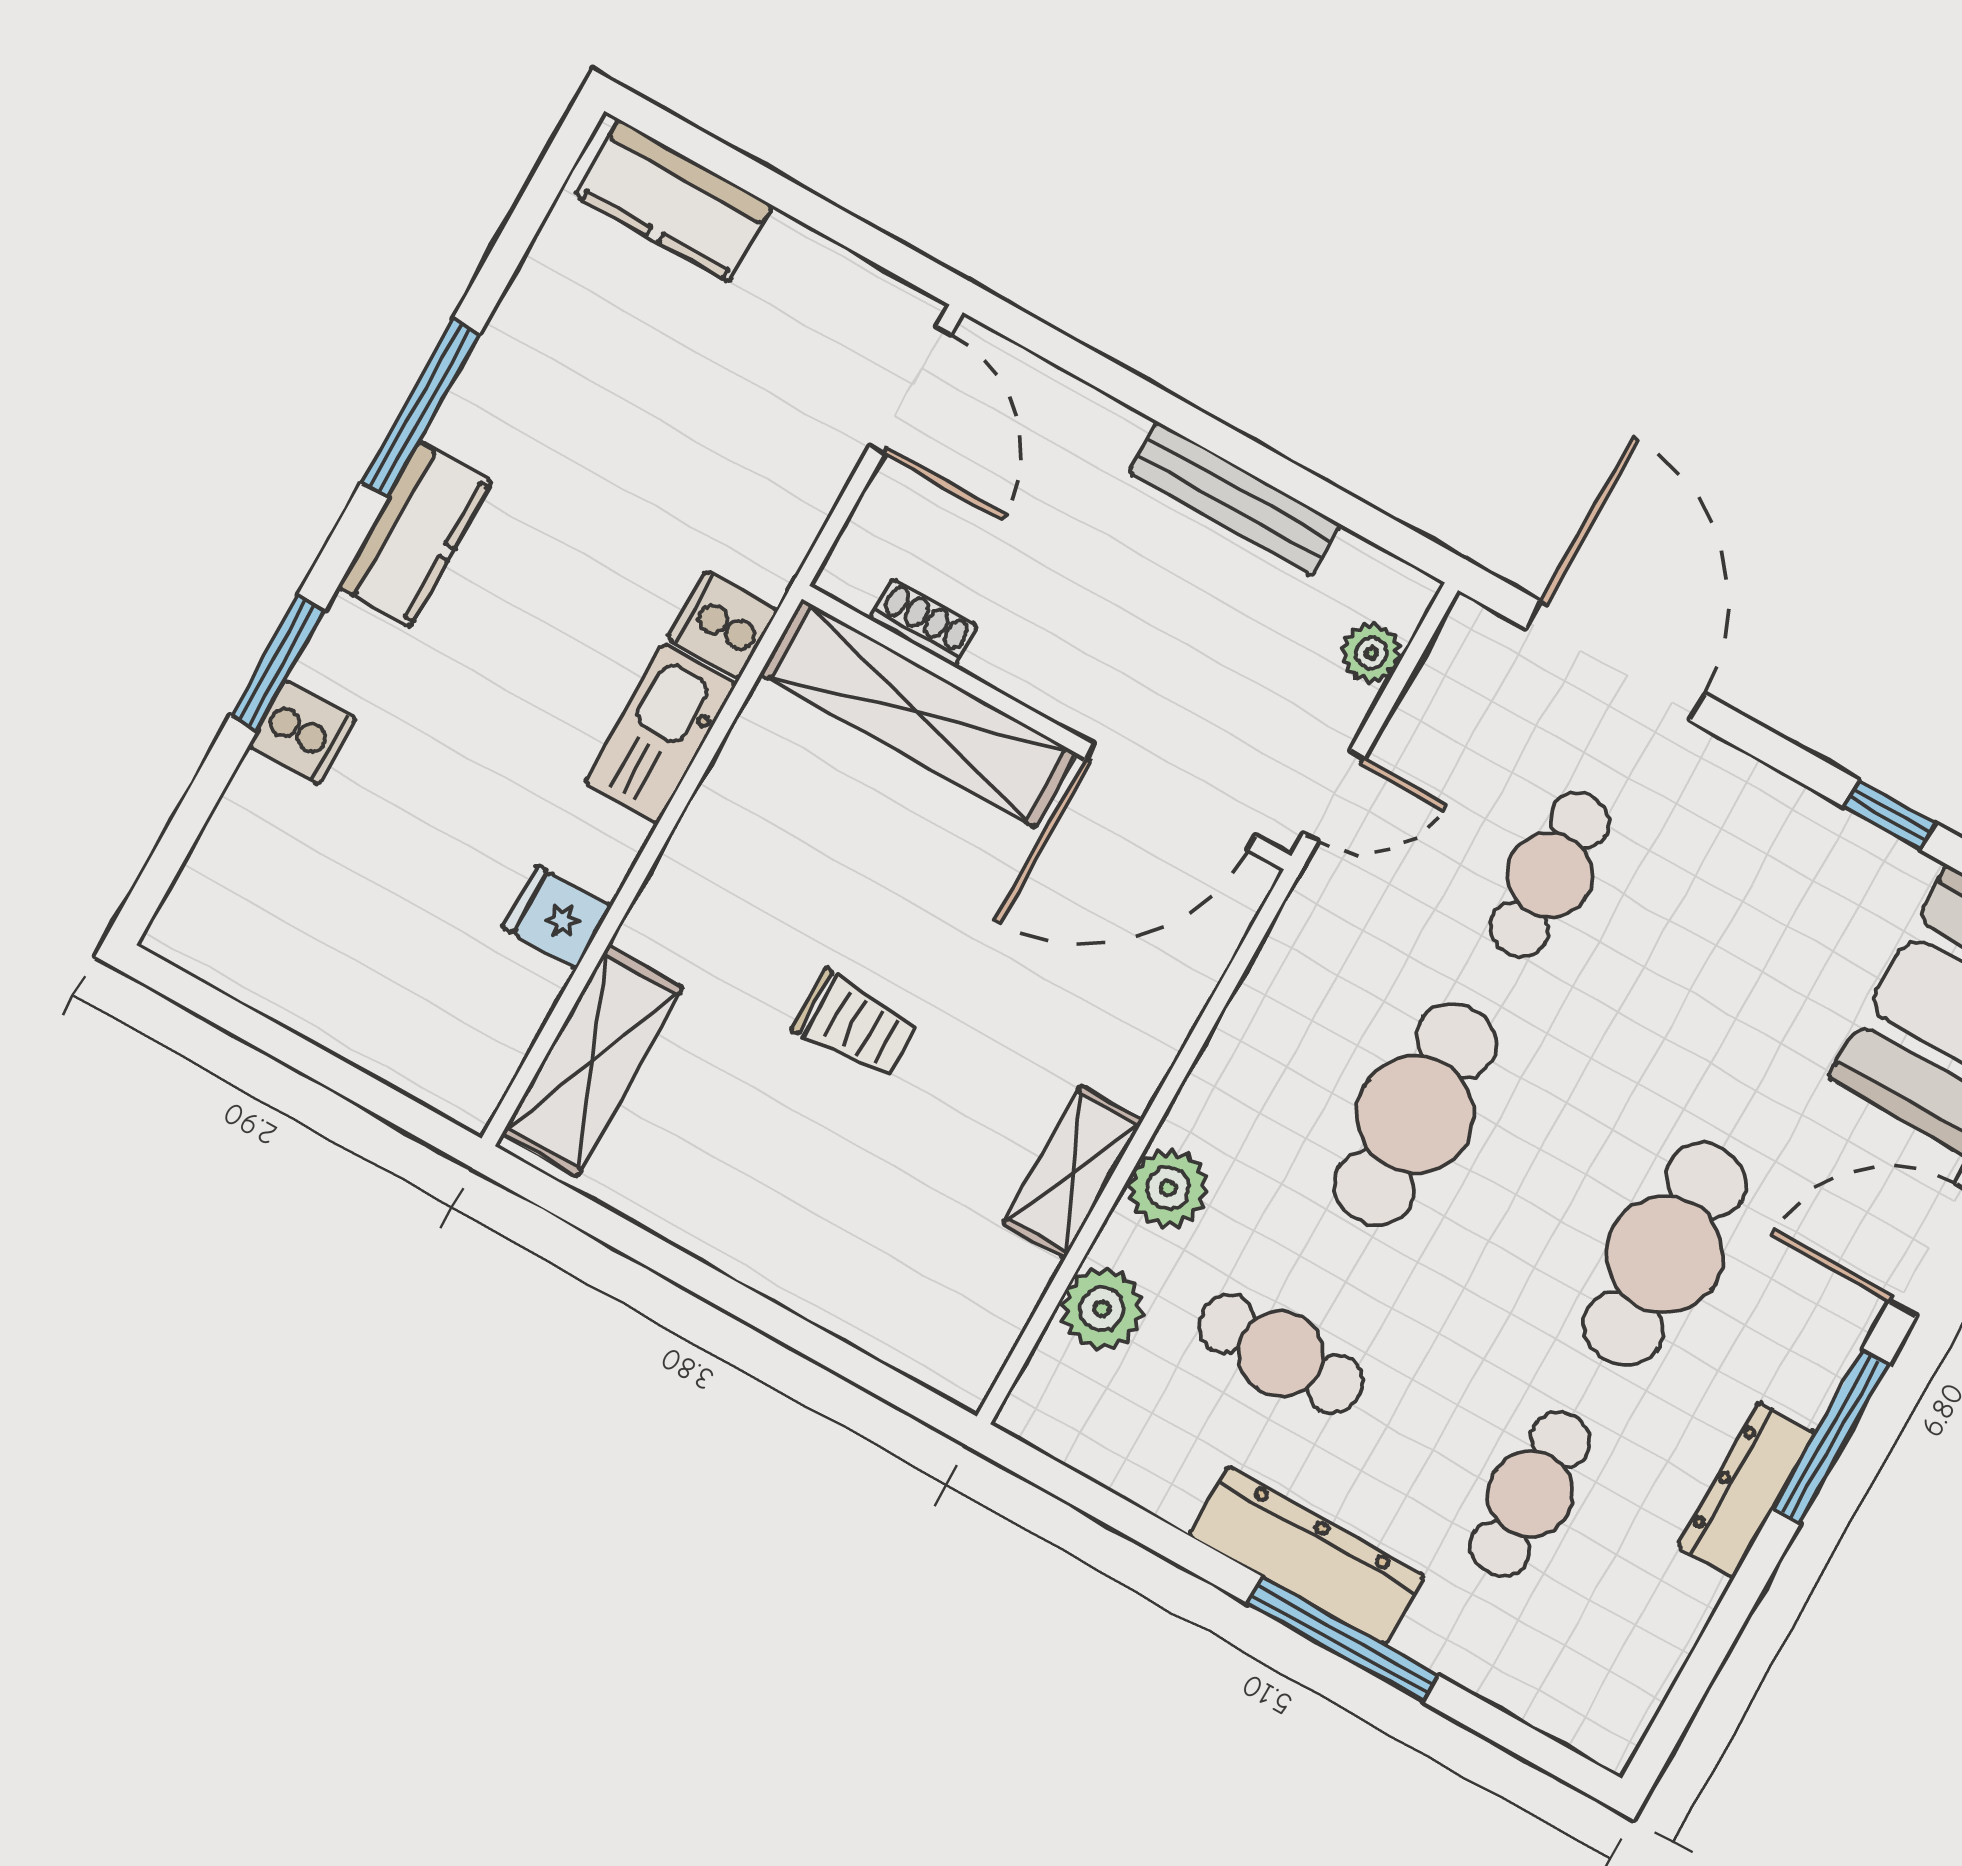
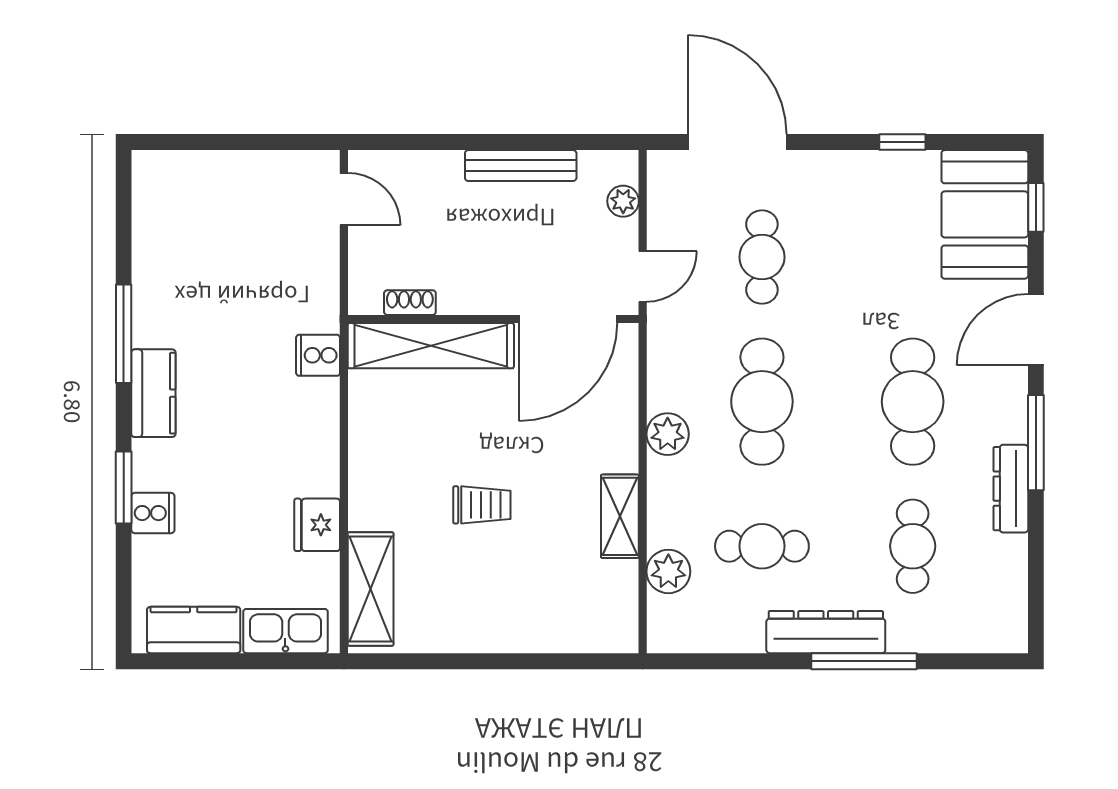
kitchen counter: (674, 201) -> (194, 630), moved, turned 180
door: (911, 390) -> (344, 199), width x0.73
kitchen sink: (660, 734) -> (285, 631), moved, turned 90
fridge: (557, 917) -> (317, 525), width x1.38
plant: (1168, 1188) -> (668, 434), moved

